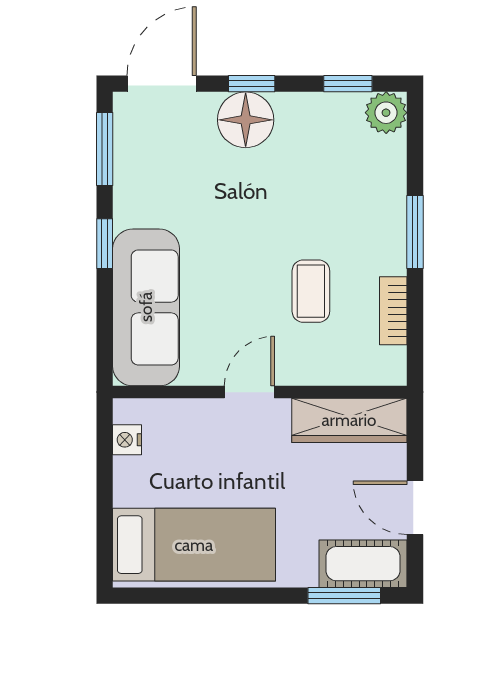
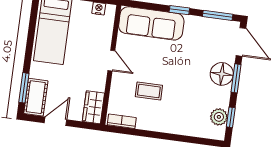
window: (252, 84) -> (236, 78), width x1.50
plant: (386, 113) -> (219, 117), moved
window: (415, 232) -> (167, 136), removed
bookcase: (393, 311) -> (122, 121), moved
wardrobe: (349, 420) -> (93, 107), width x0.67

